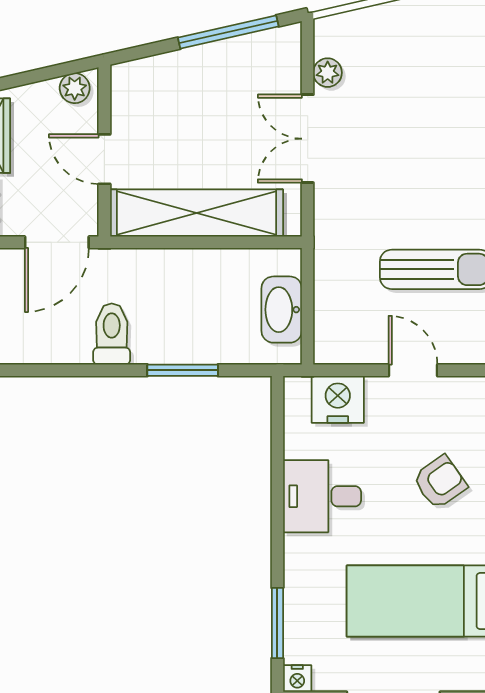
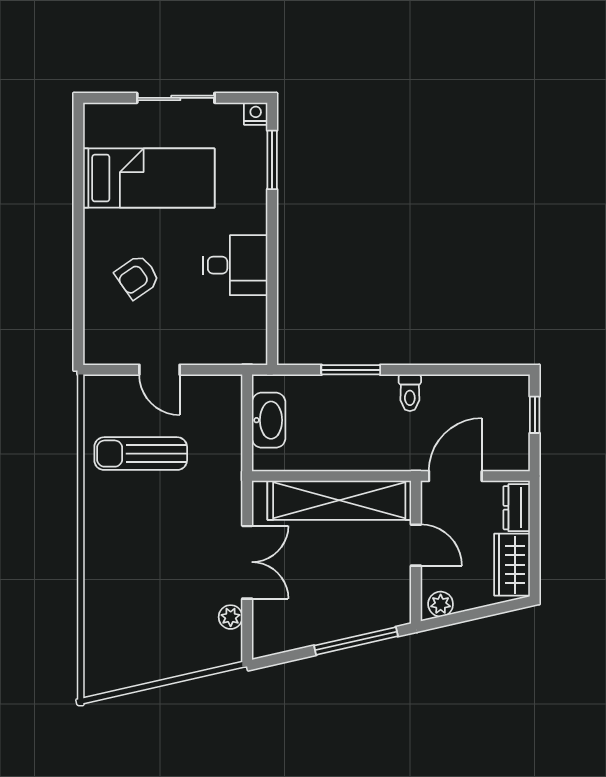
window: (228, 32) -> (356, 641), moved
toilet: (112, 334) -> (410, 393), width x0.73, depth x0.72
nightstand: (338, 399) -> (222, 346), removed

